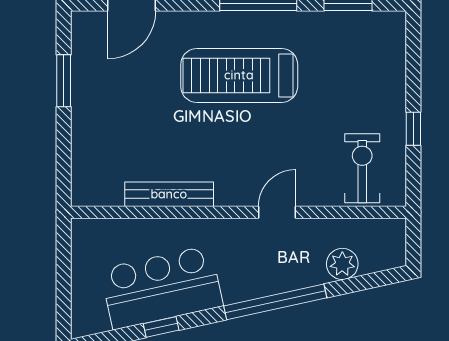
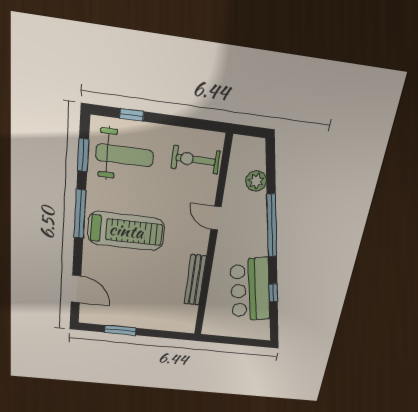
weight bench: (355, 64) -> (125, 155), added
treadmill: (239, 75) -> (126, 231), turned -90
window: (413, 129) -> (132, 115), moved

